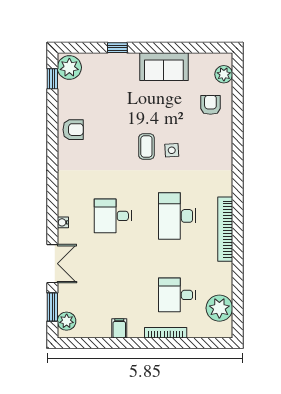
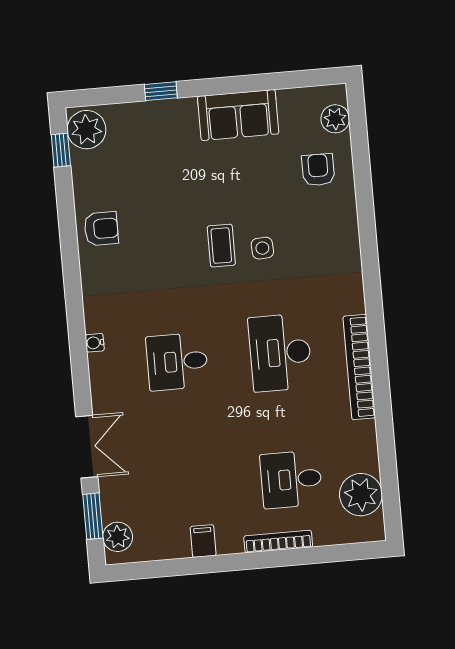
water cooler: (63, 222) -> (95, 343), moved

